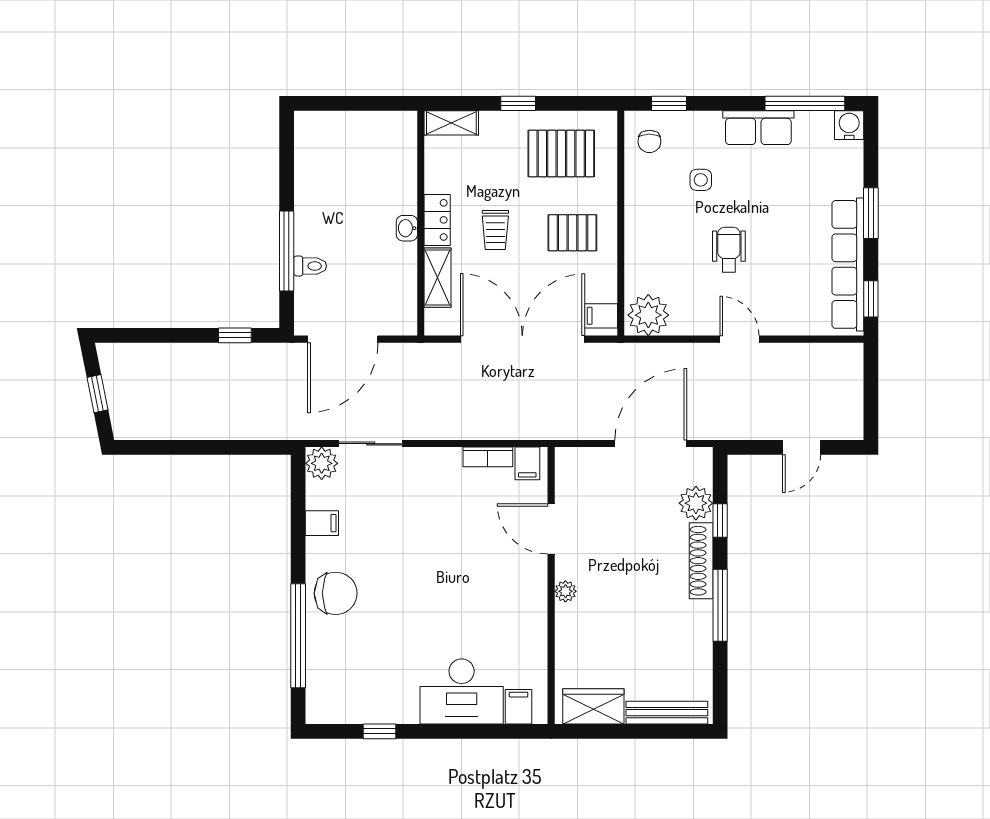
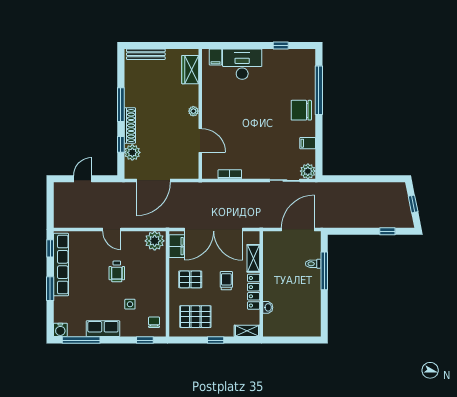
locker: (437, 220) -> (254, 292), width x1.53
washbasin: (407, 228) -> (268, 307), moved
filing cabinet: (601, 316) -> (177, 246), width x2.00
window: (235, 335) -> (387, 231), moved
filing cabinet: (527, 463) -> (211, 171), removed
wardrobe: (593, 706) -> (190, 70), moved, turned 90

